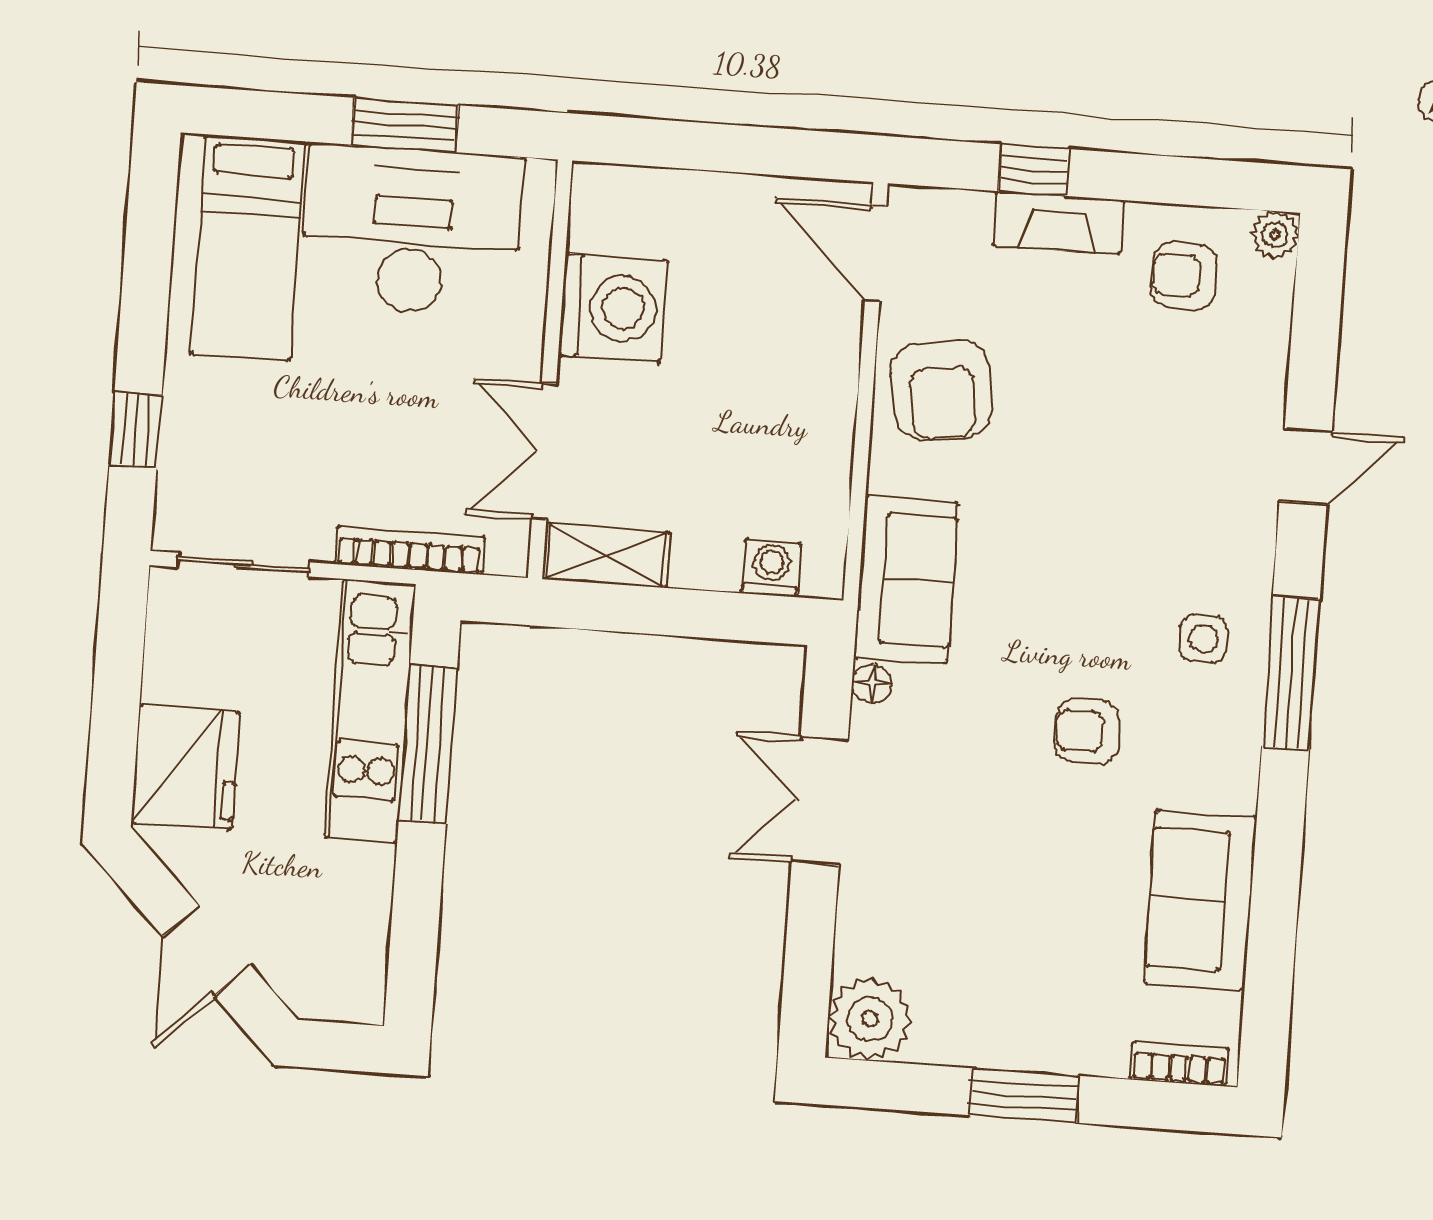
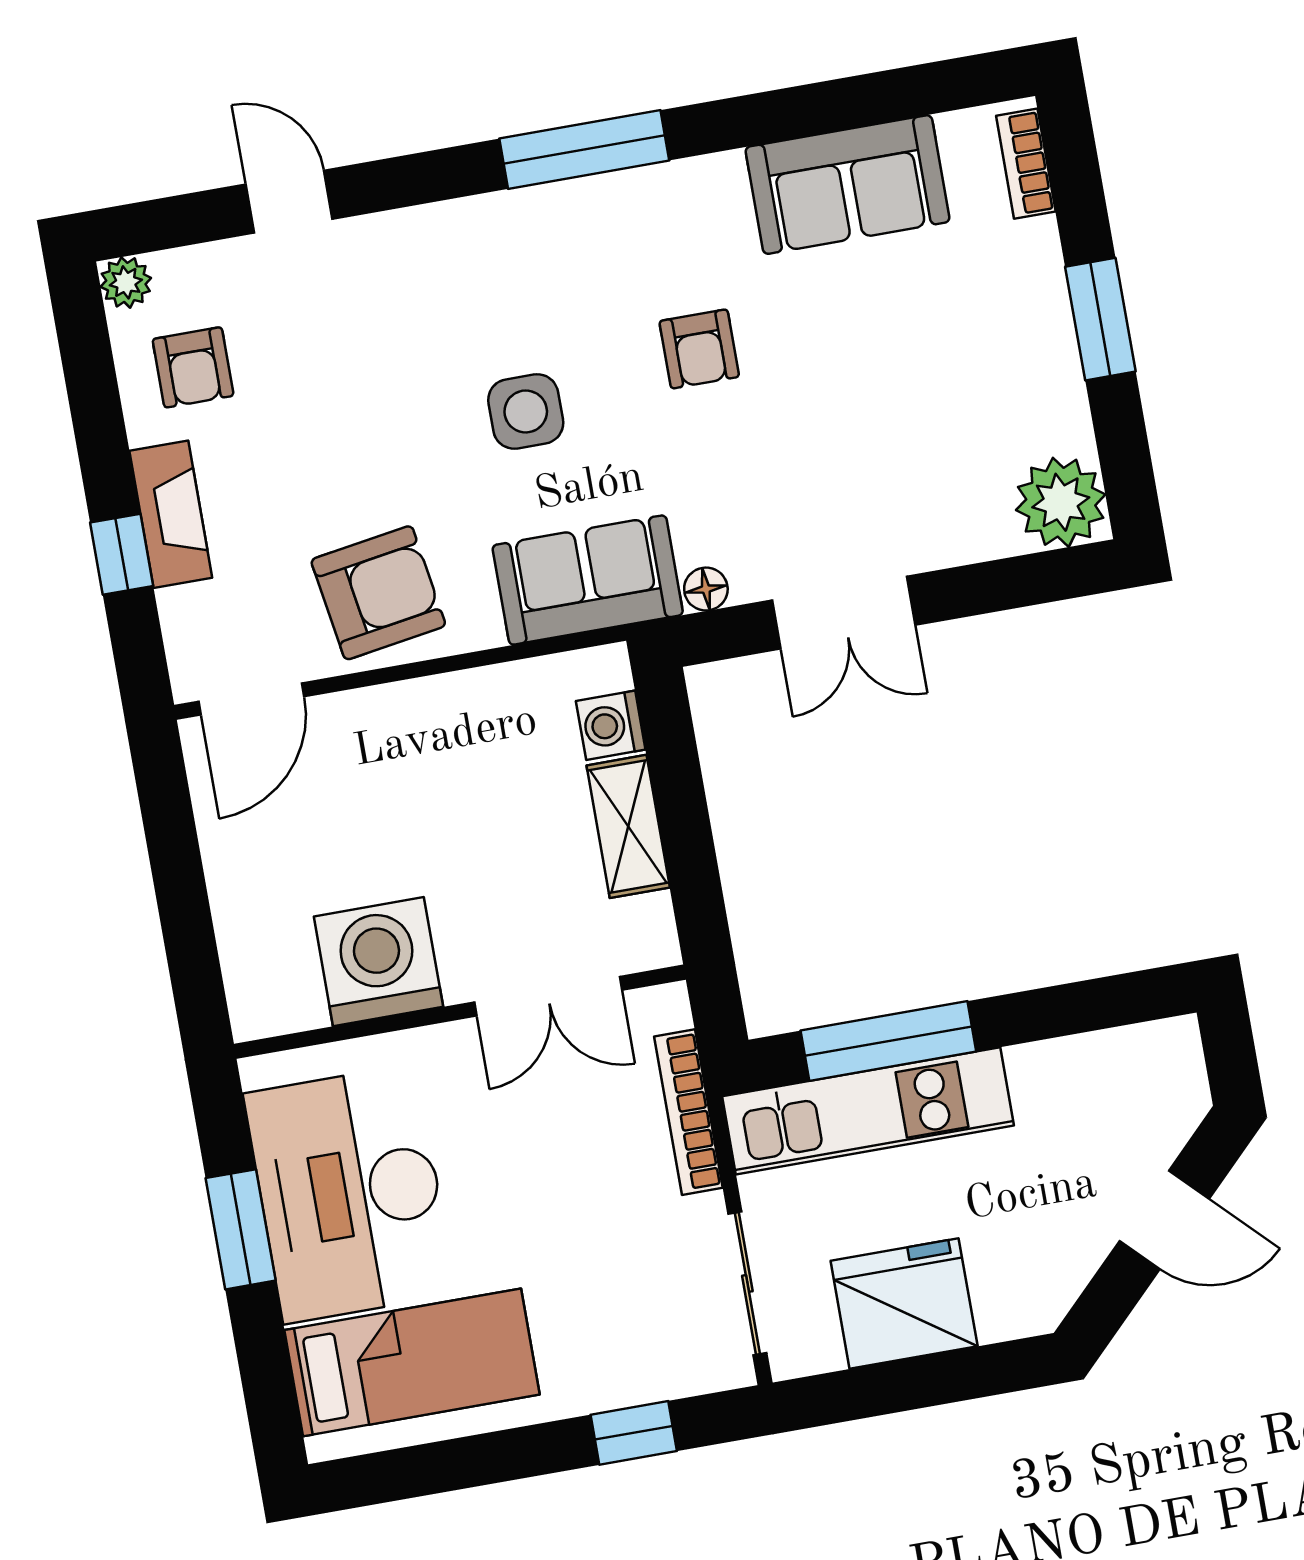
door: (1306, 466) -> (289, 202), moved
shelving: (606, 556) -> (628, 826), moved
side table: (1203, 638) -> (526, 411), moved, width x1.37, depth x1.37
fridge: (185, 767) -> (904, 1303), moved

